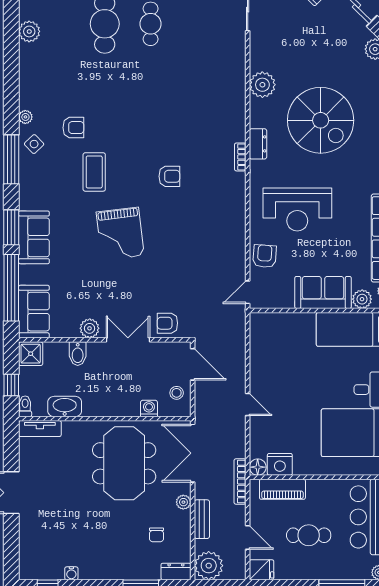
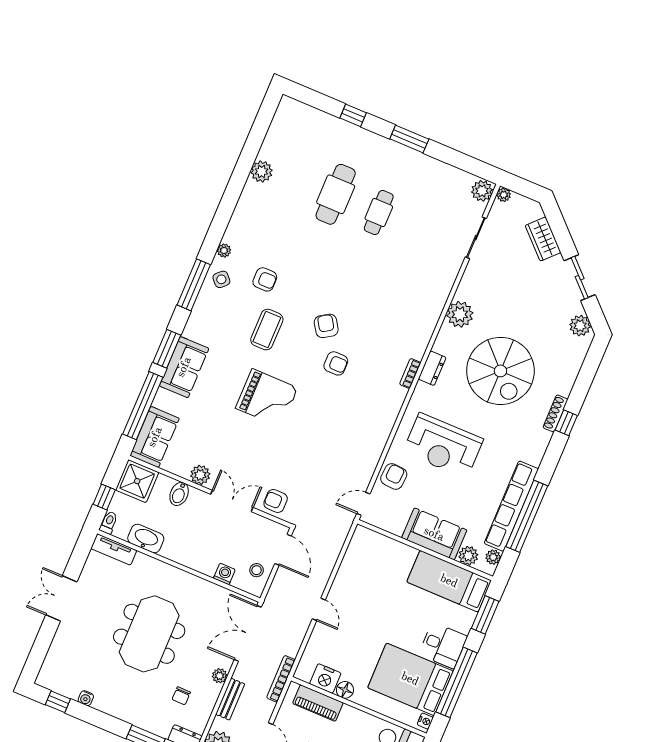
armchair: (146, 146) -> (326, 326), added
grand piano: (120, 234) -> (267, 398), turned -83
shower: (31, 354) -> (137, 481), width x1.36, depth x1.36
meeting table: (124, 463) -> (149, 634), moved
floor lamp: (258, 467) -> (345, 690), moved

